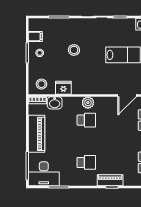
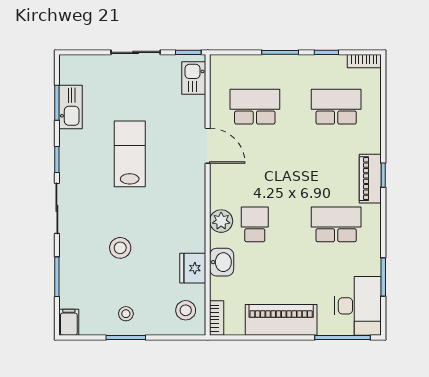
filing cabinet: (35, 37) -> (69, 322), moved
washbasin: (55, 103) -> (222, 262), moved
school desk: (86, 162) -> (336, 224), width x1.85

